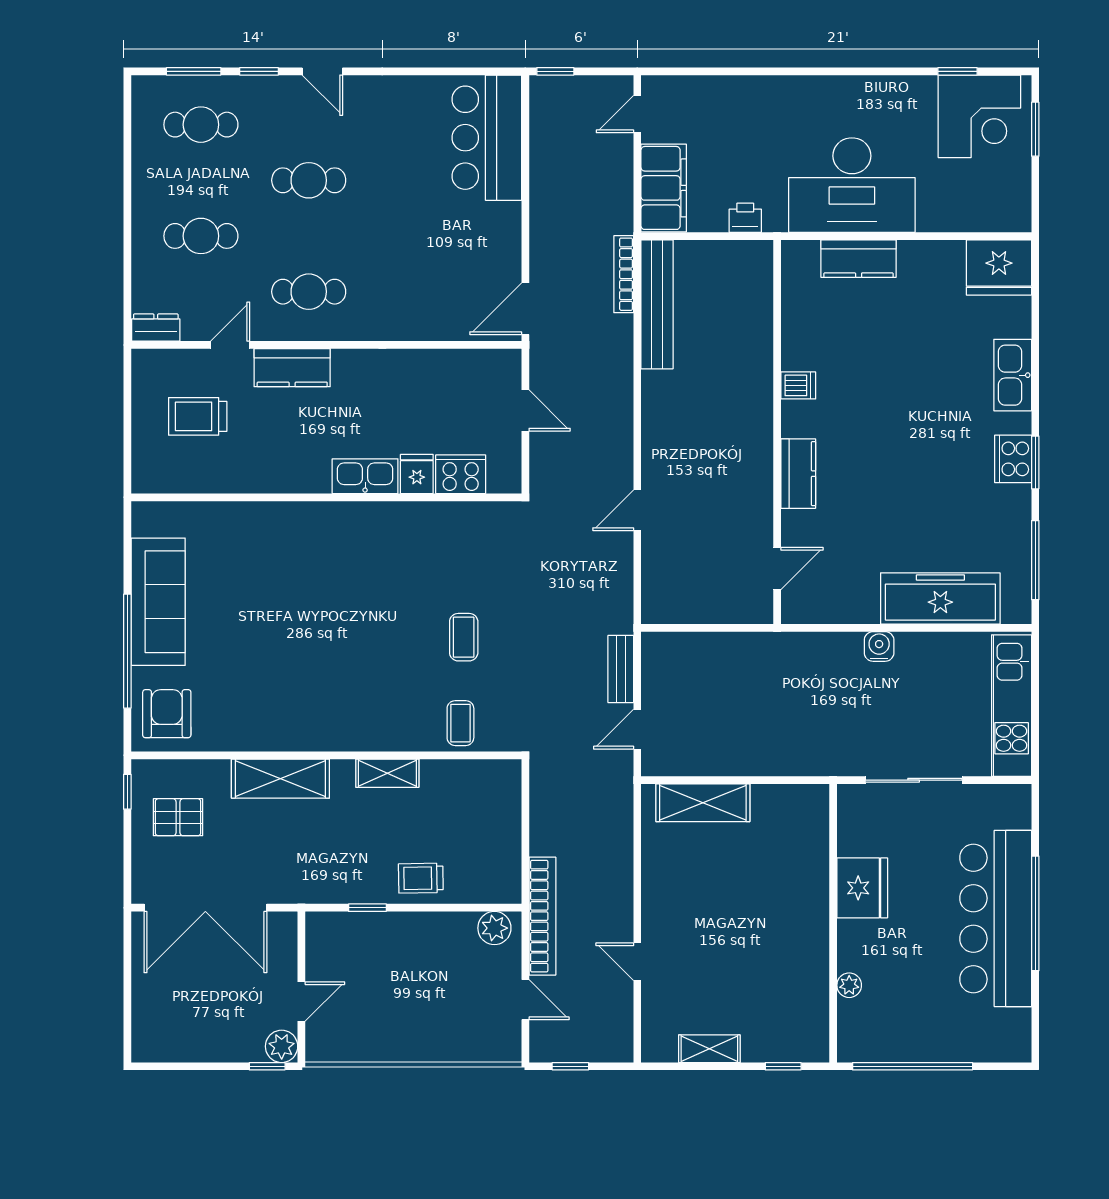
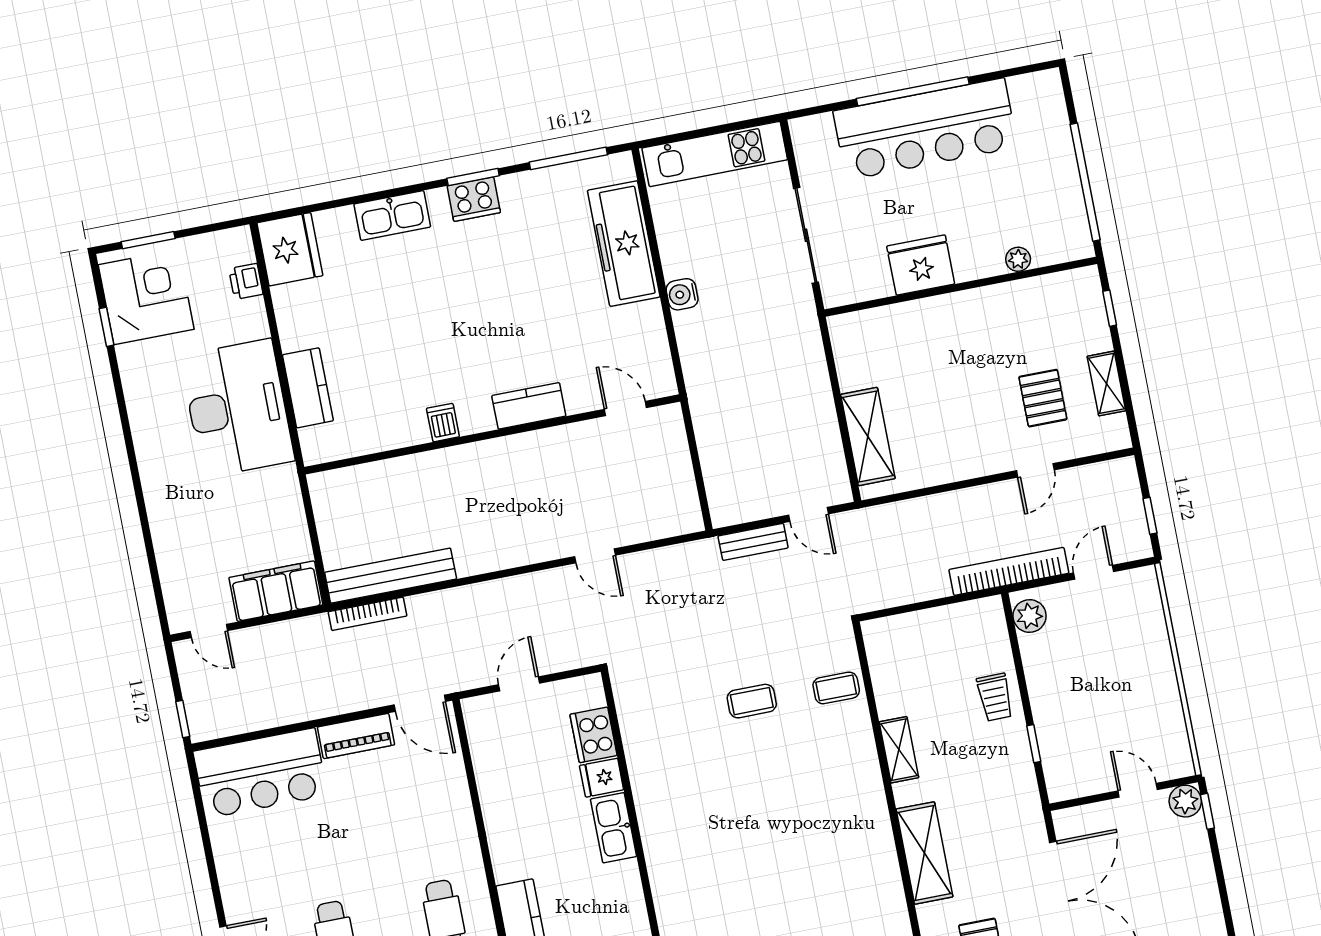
printer: (745, 218) -> (246, 281), moved
piano: (505, 239) -> (356, 736), added
pallet: (707, 983) -> (1043, 398), added

